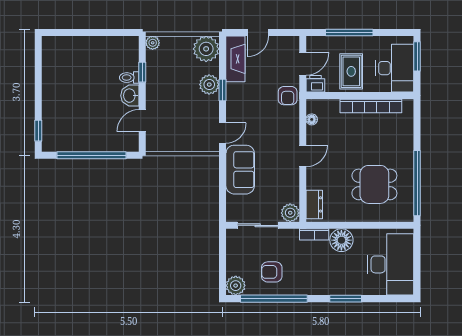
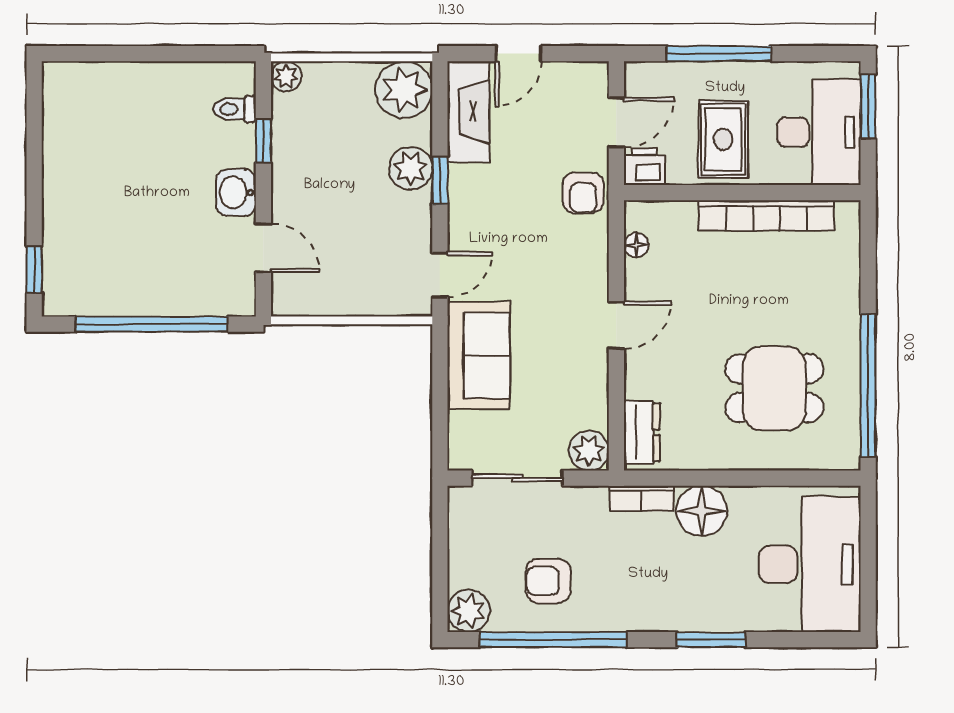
toilet: (129, 78) -> (235, 109), moved
door: (142, 121) -> (263, 248), swing flipped

